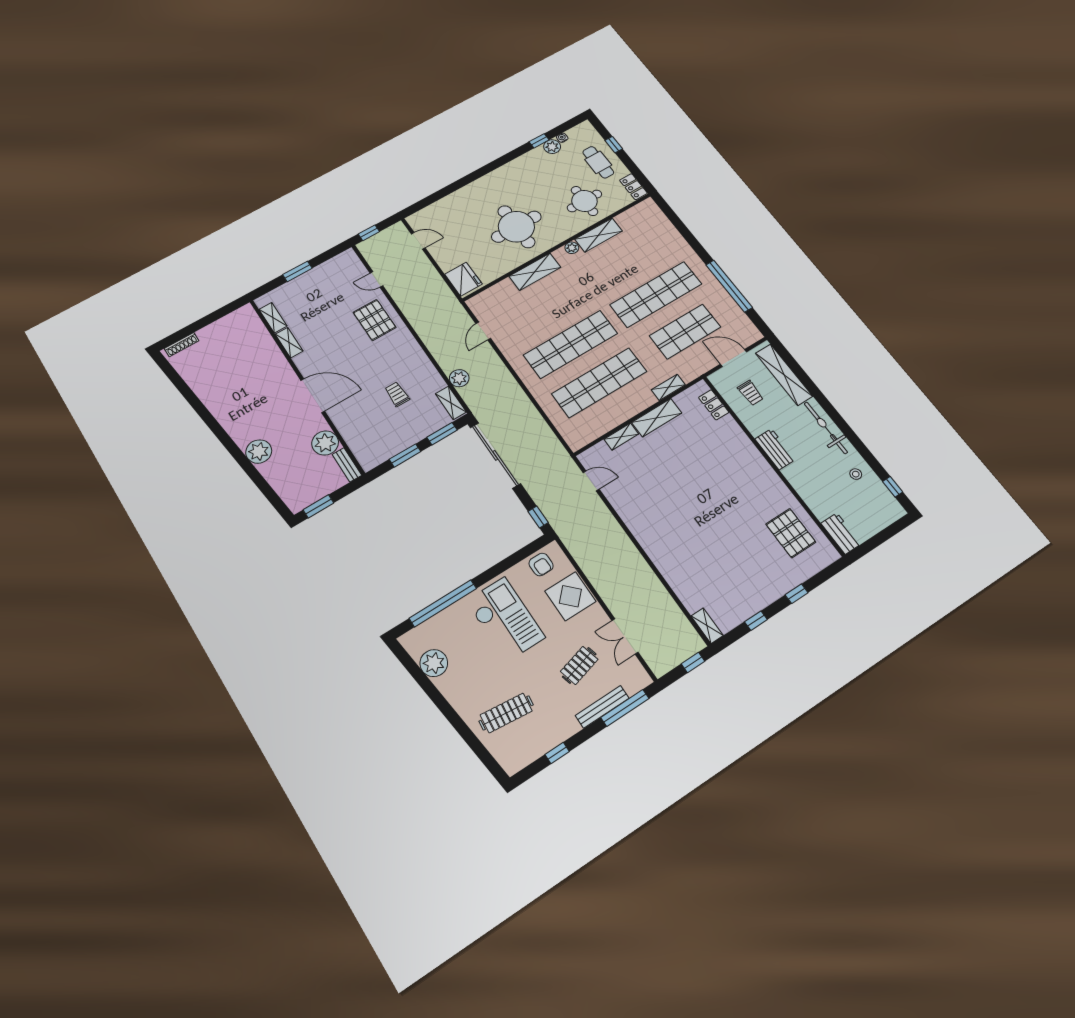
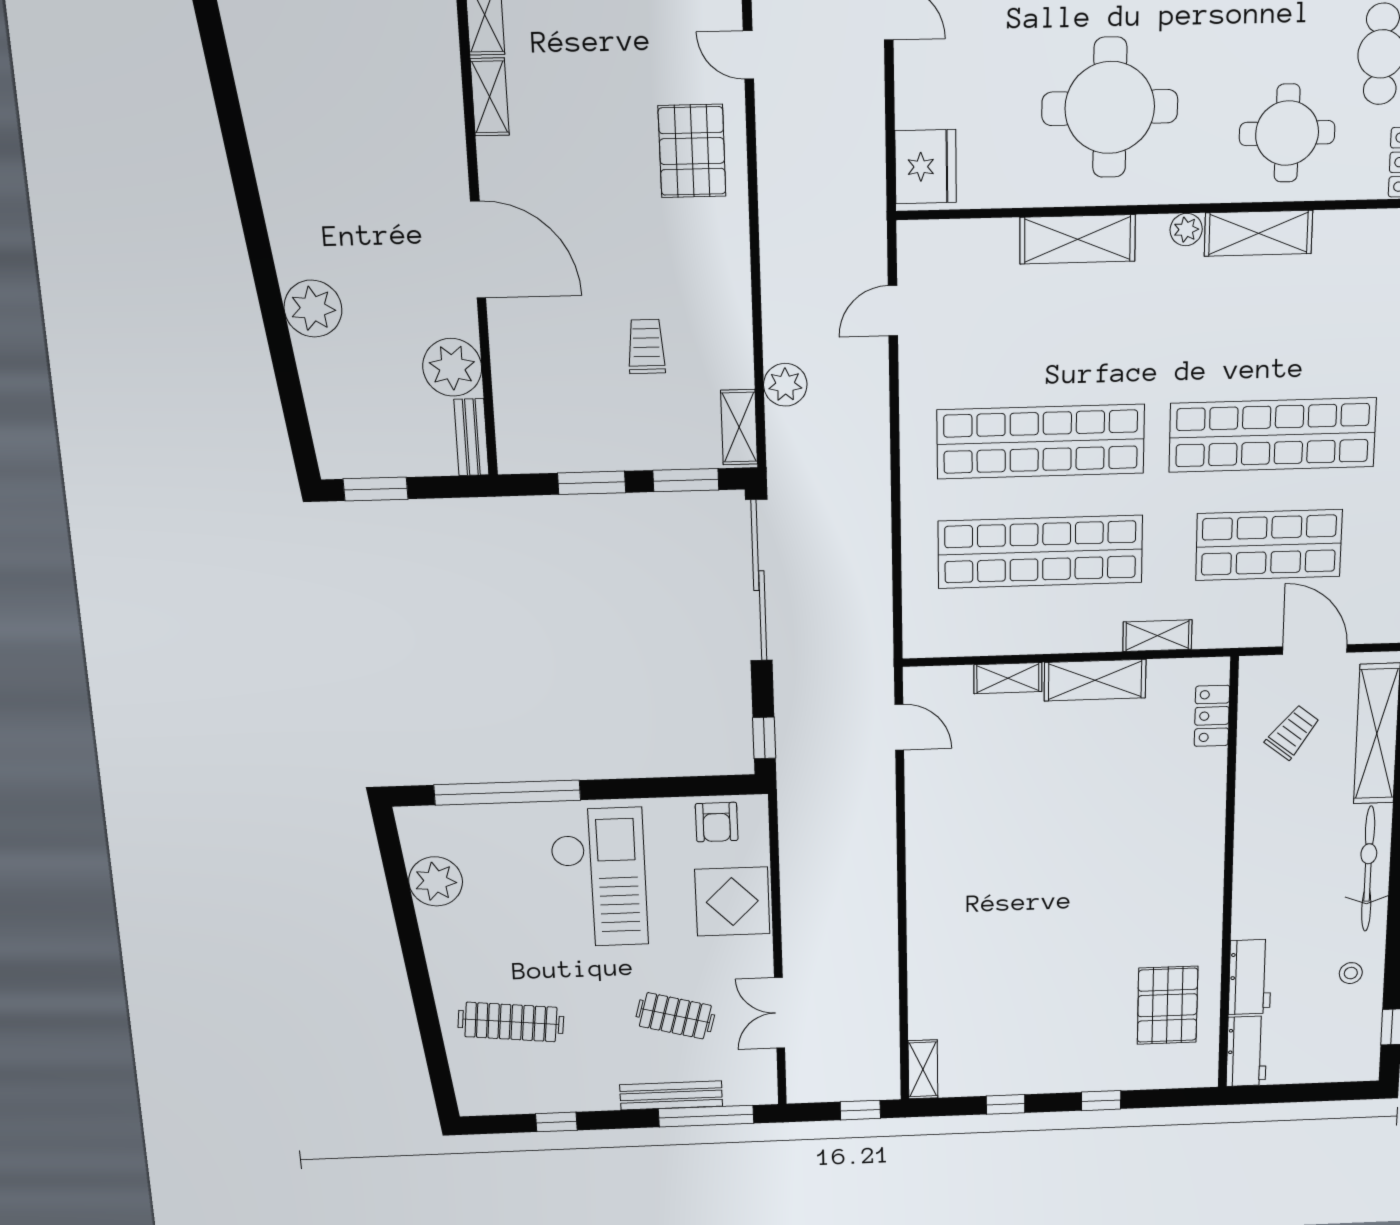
trolley: (750, 393) -> (1292, 732), turned -142
workbench: (775, 449) -> (1250, 977), moved
clothes rail: (579, 665) -> (675, 1016), turned 30

